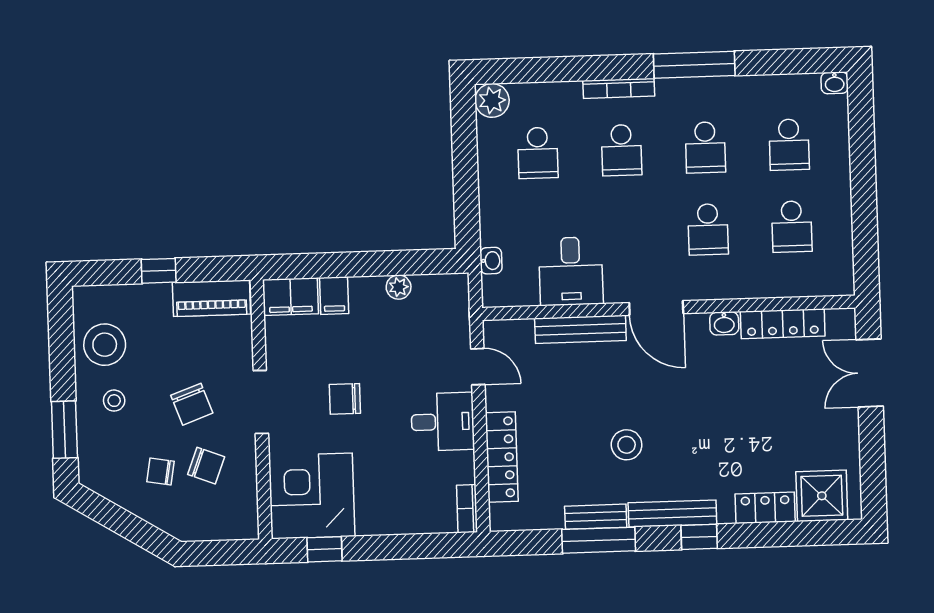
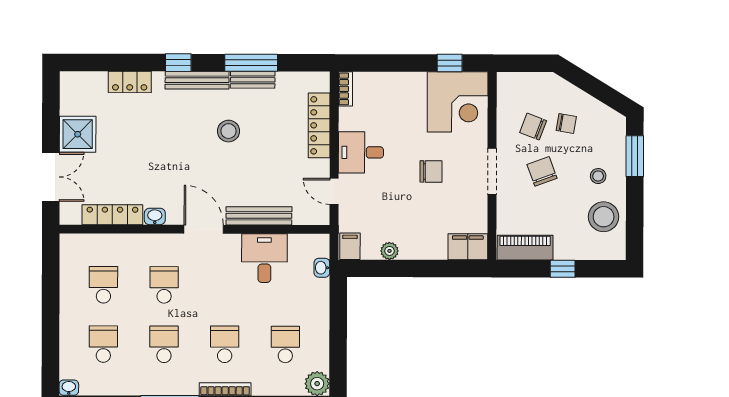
filing cabinet: (334, 296) -> (350, 246), moved
shower: (822, 496) -> (78, 134), moved

